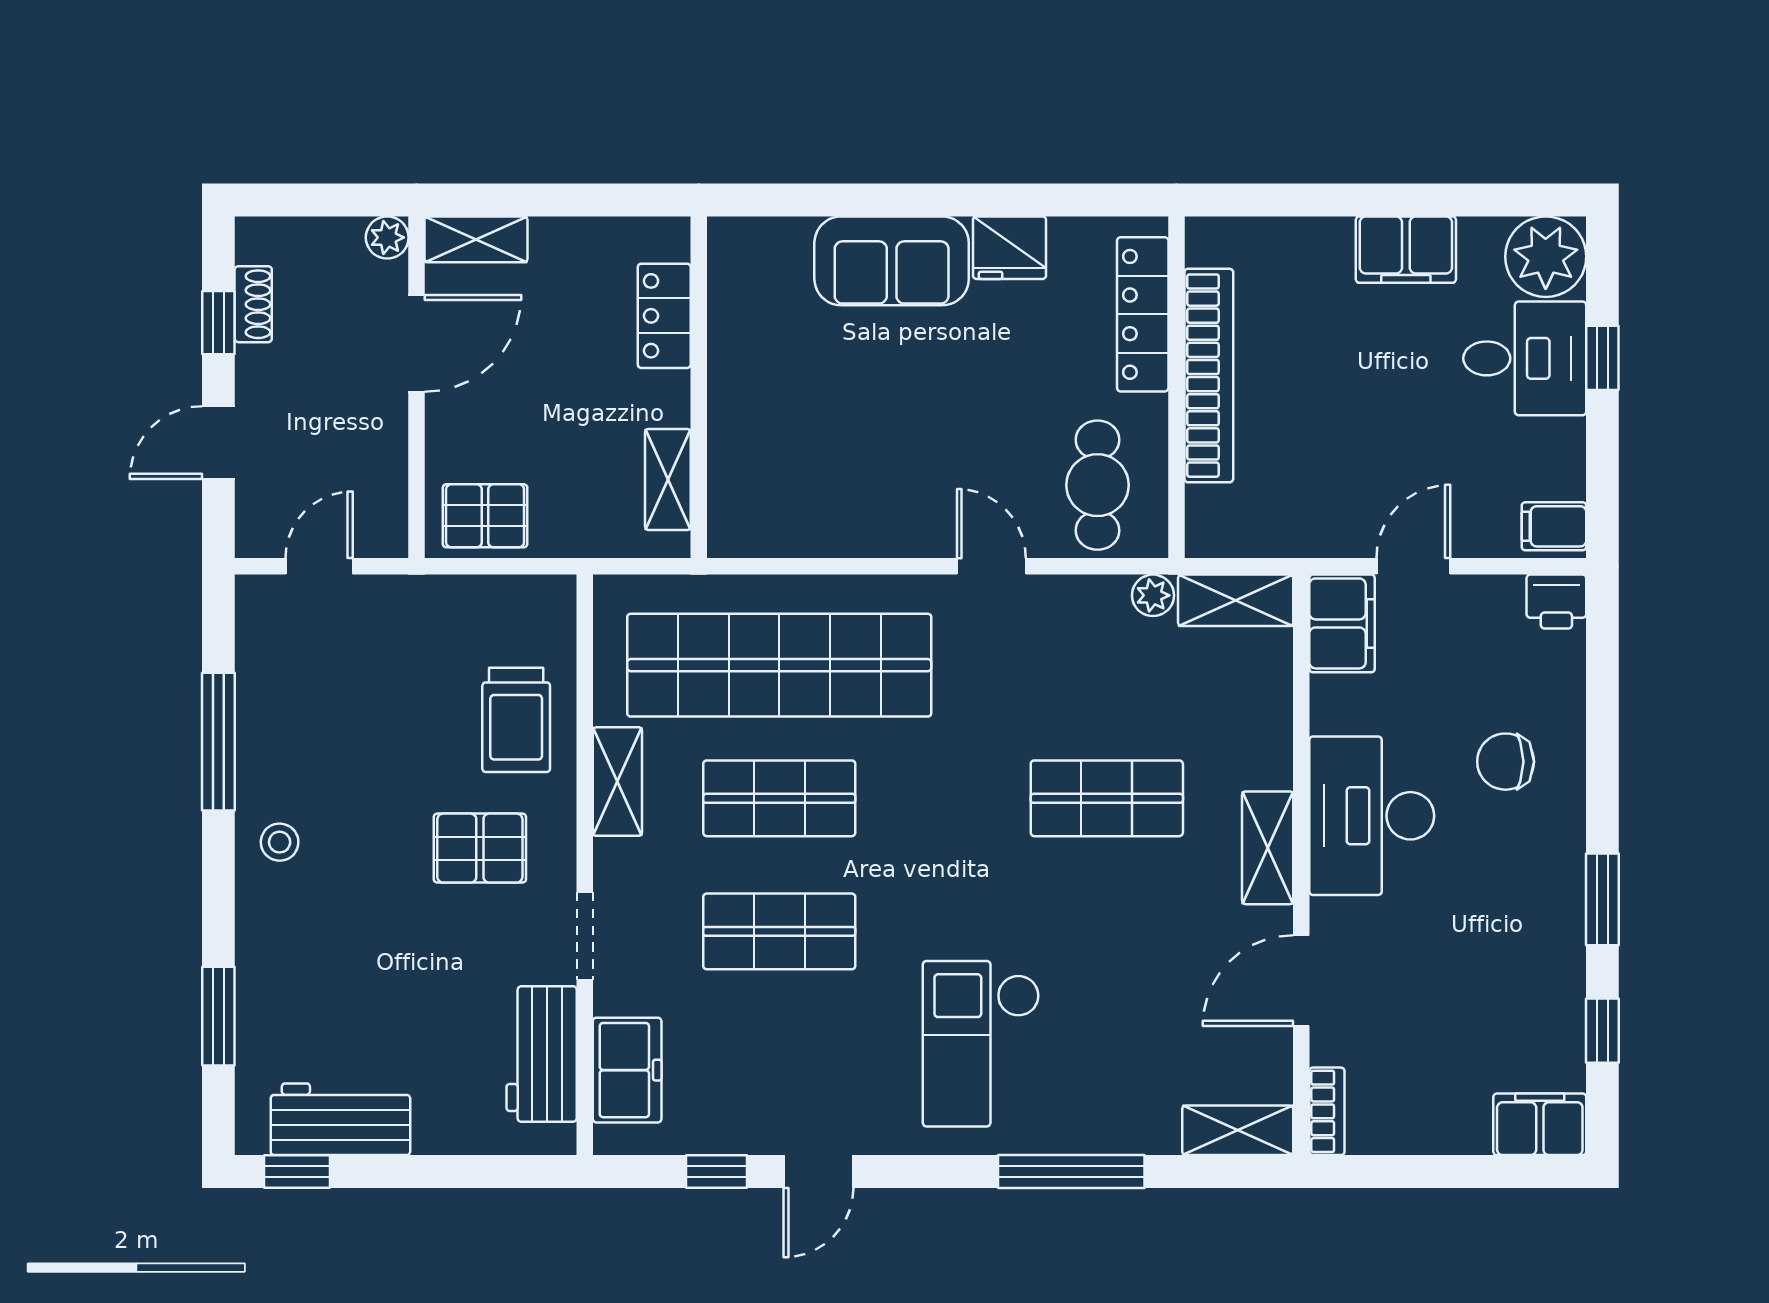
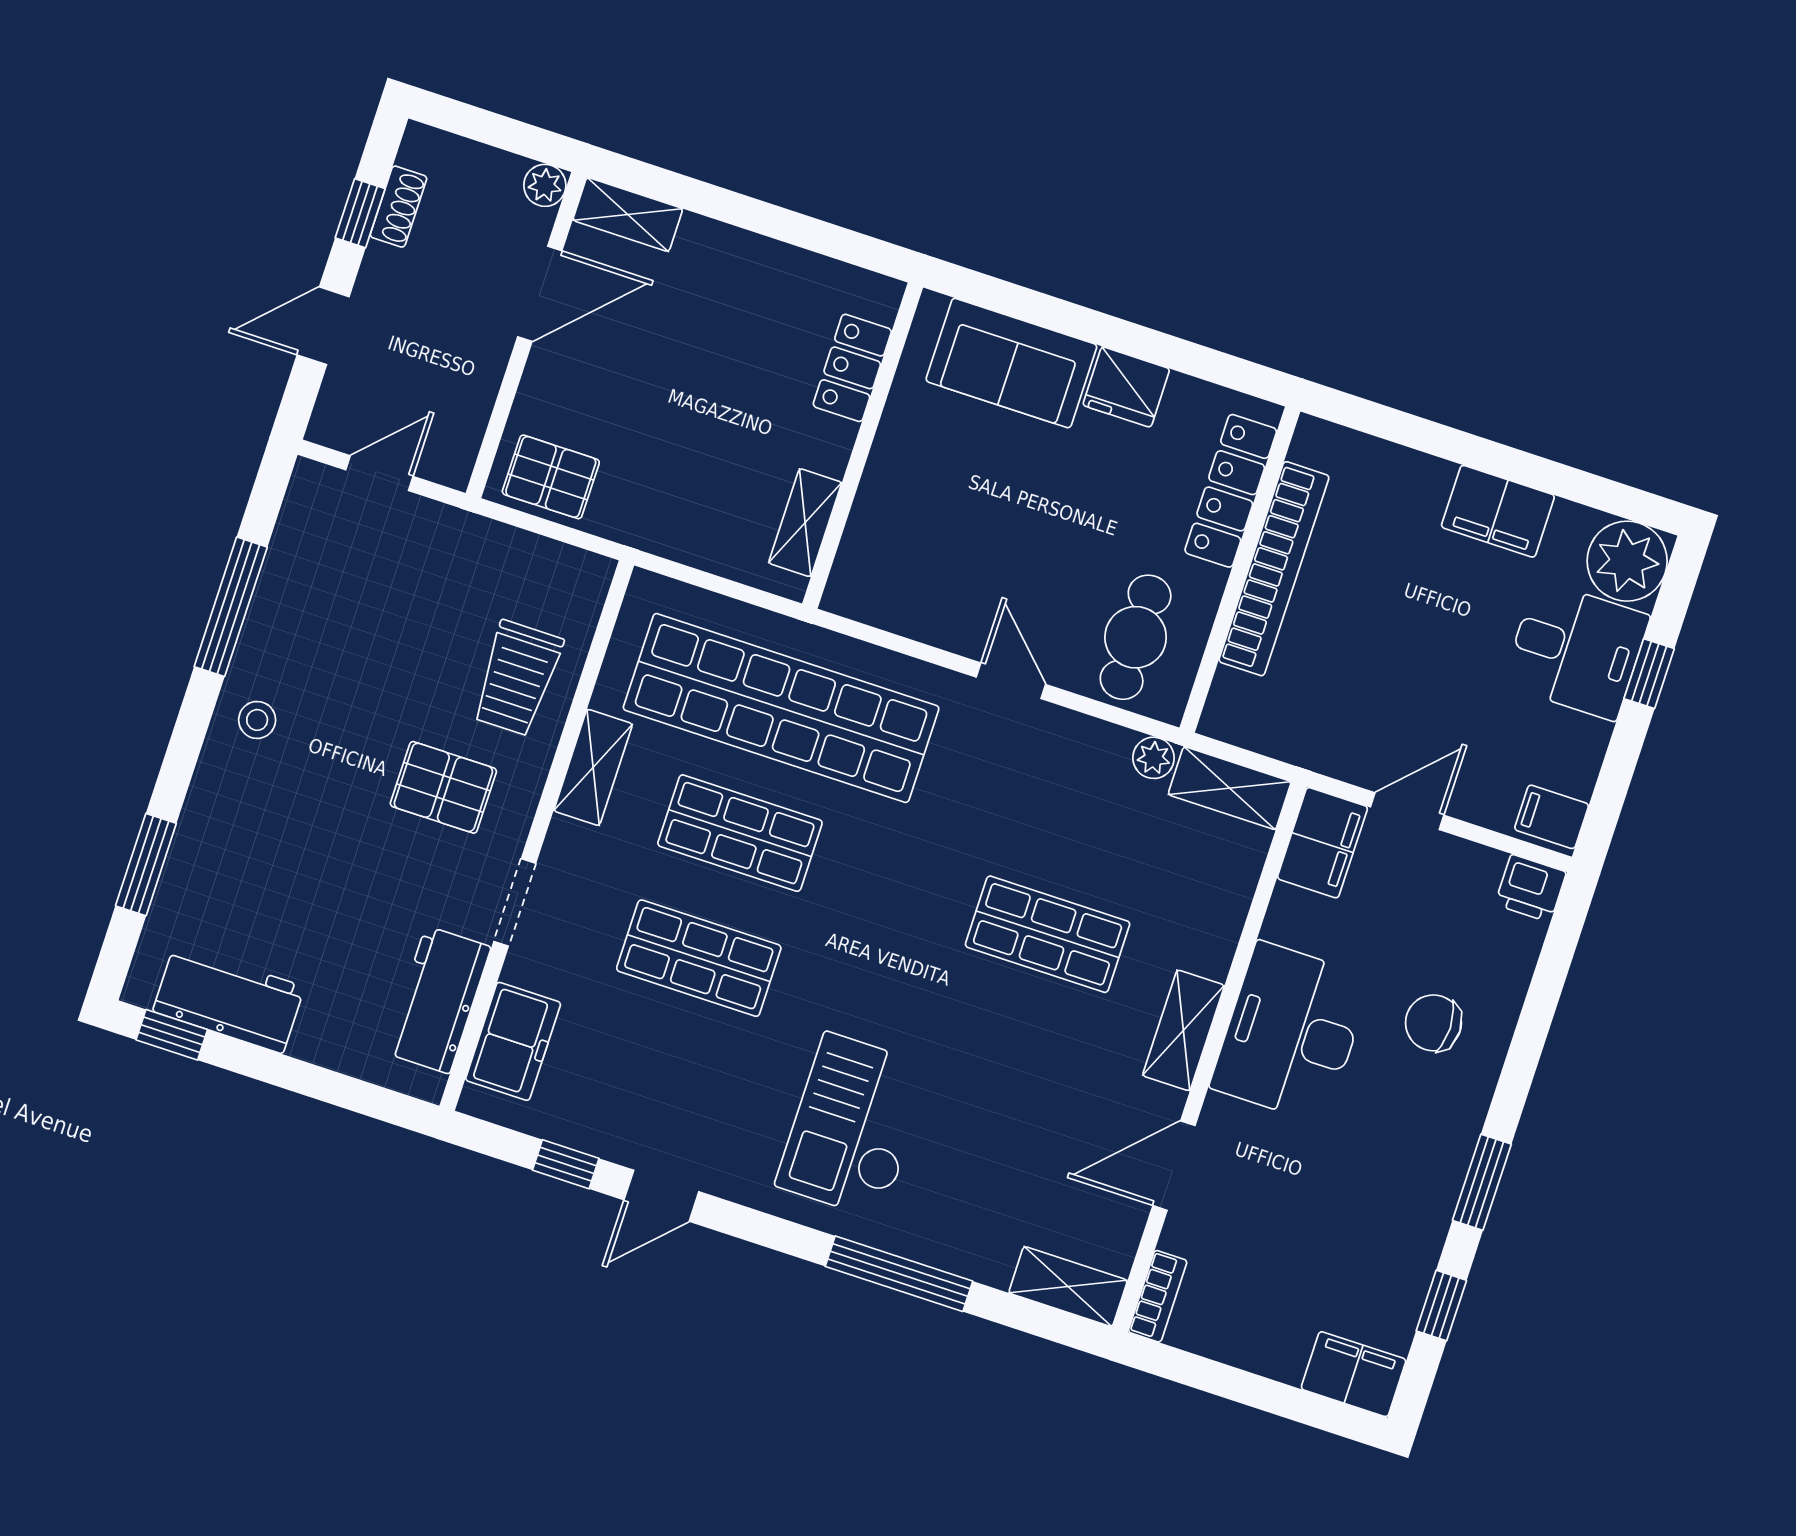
locker: (664, 316) -> (852, 368), moved
wall: (699, 387) -> (863, 446), moved
shelving: (668, 479) -> (805, 523), moved

